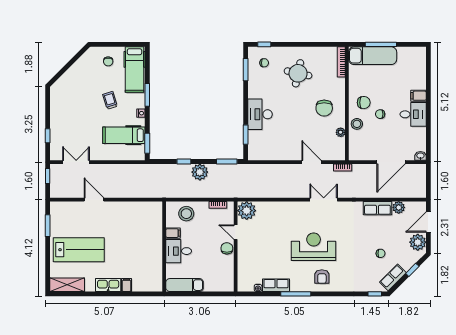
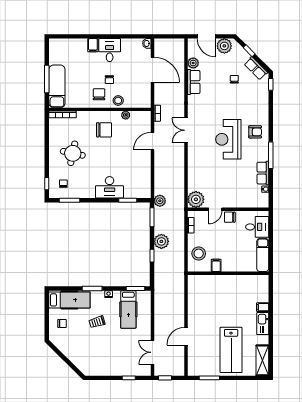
plant: (245, 170) -> (160, 201), added
lab bench: (79, 250) -> (231, 350), turned 180
desk: (179, 251) -> (257, 227), moved, turned -90

